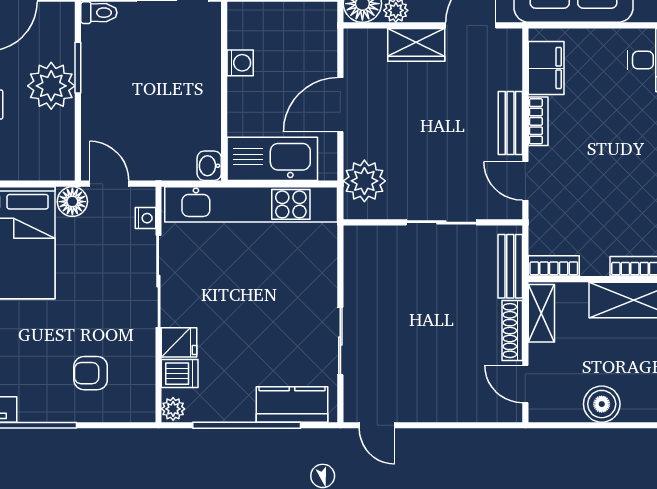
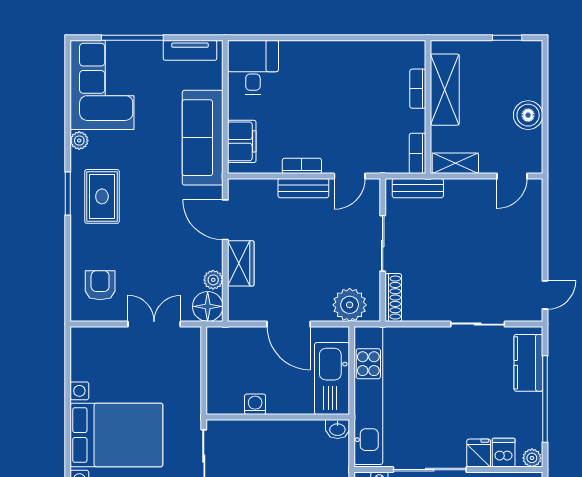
filing cabinet: (546, 68) -> (242, 141), moved, turned 90
shoe rack: (512, 331) -> (393, 298), moved, turned -90

